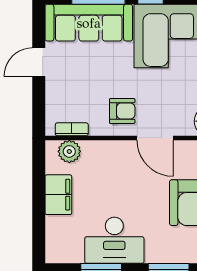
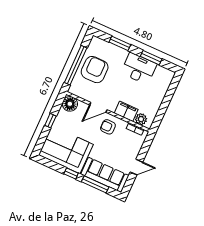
door: (155, 138) -> (98, 107), swing flipped
filing cabinet: (58, 195) -> (126, 111), moved, turned 90

